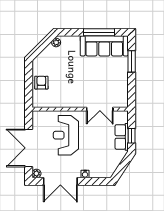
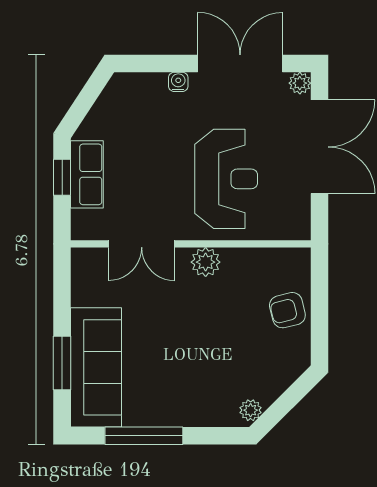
sofa: (104, 46) -> (96, 367), moved, turned 90
armchair: (41, 83) -> (287, 310), turned 76
plant: (74, 102) -> (206, 262), added
double door: (100, 109) -> (142, 244), swing flipped

